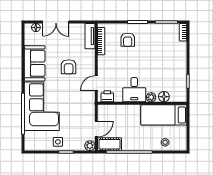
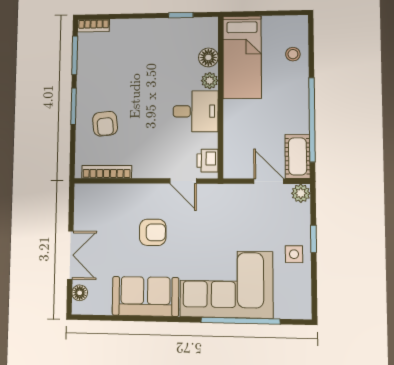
tv unit: (90, 36) -> (97, 192), removed
armchair: (128, 40) -> (105, 124), turned 84

